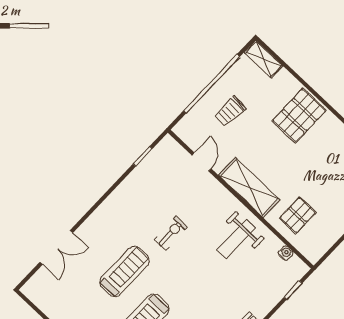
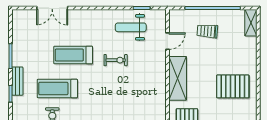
pallet: (299, 116) -> (233, 86), moved
weight bench: (236, 239) -> (131, 27), moved
treadmill: (125, 272) -> (73, 55), turned 180

